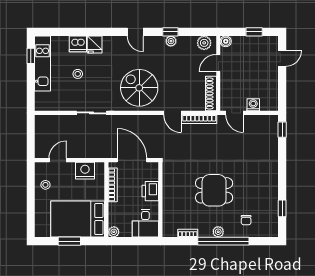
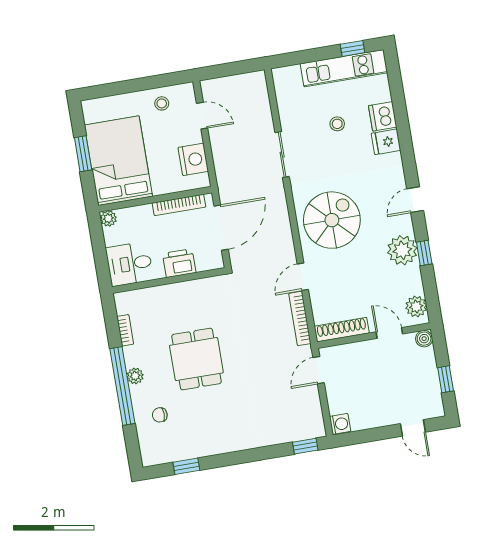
plant: (171, 41) -> (402, 250), width x1.88, depth x1.88
washing machine: (253, 105) -> (340, 424), moved

